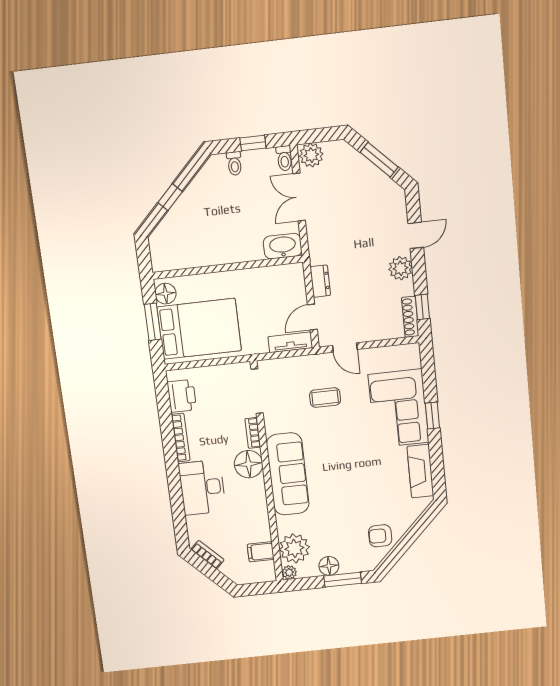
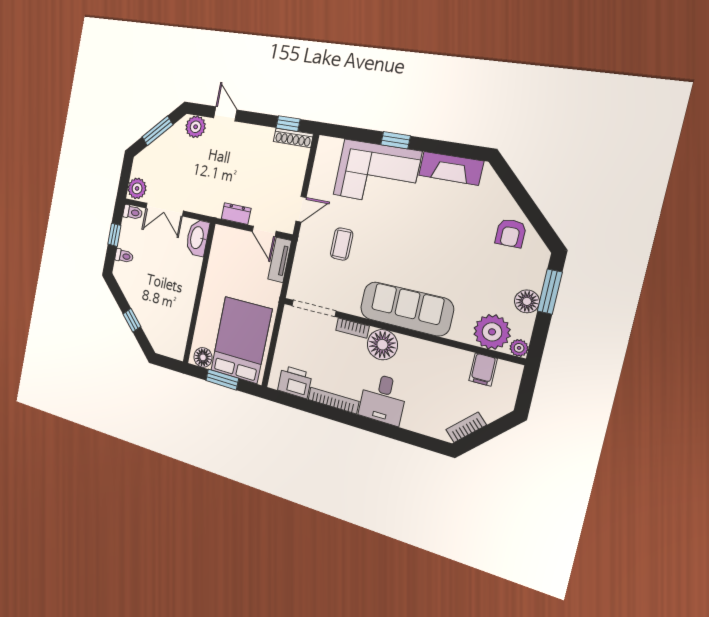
plant: (401, 268) -> (196, 127), moved
desk: (202, 487) -> (383, 399), width x0.73

